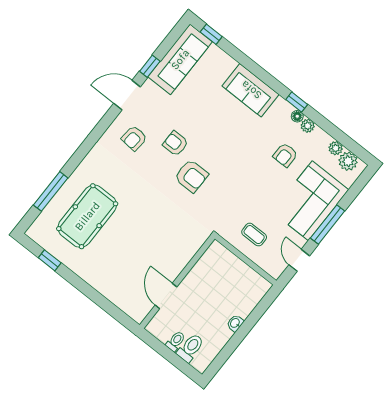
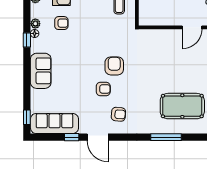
armchair: (176, 144) -> (103, 89), turned -90
window: (51, 191) -> (166, 137), moved

